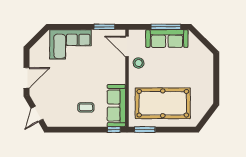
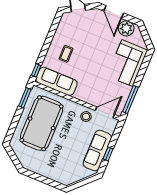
window: (104, 27) -> (130, 99), width x1.44
window: (166, 27) -> (108, 154), width x0.46
plant: (37, 59) -> (126, 28), added

